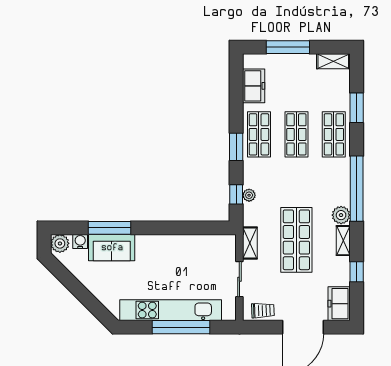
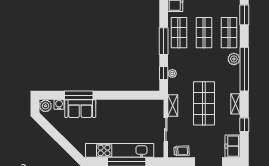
window: (236, 147) -> (164, 41), width x1.44
plant: (341, 215) -> (234, 59), moved

